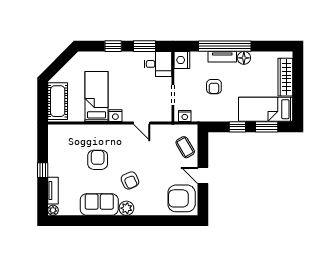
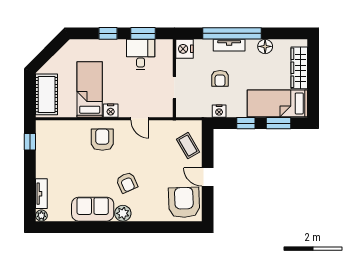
floor lamp: (244, 58) -> (265, 46), moved
desk: (158, 64) -> (141, 54), moved, turned -90
nightstand: (185, 116) -> (219, 111), moved
armchair: (98, 160) -> (102, 140), moved
window: (43, 170) -> (30, 142), moved
armchair: (182, 198) -> (184, 202), turned 88

